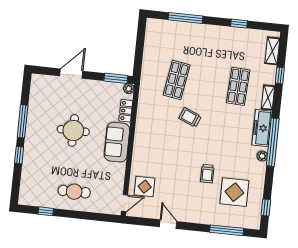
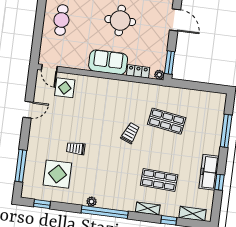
freezer: (262, 128) -> (209, 172), moved, turned -90

